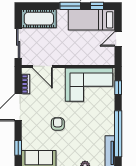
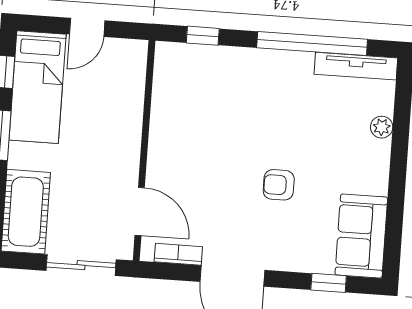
door: (118, 39) -> (87, 27), hinge flipped
door: (42, 66) -> (140, 211), hinge flipped
corner sofa: (89, 85) -> (191, 104), removed

